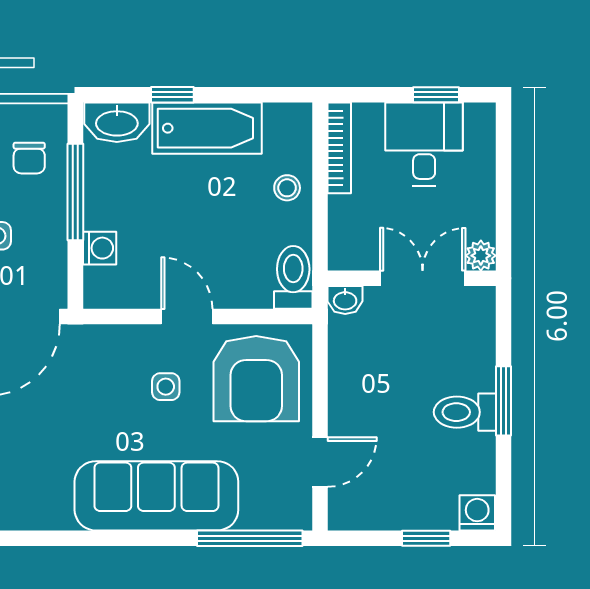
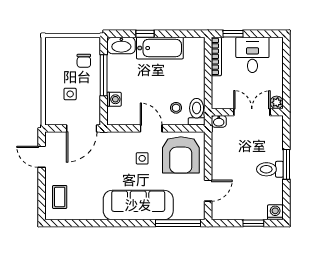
window: (436, 95) -> (233, 34), moved
stool: (287, 188) -> (176, 108), moved

